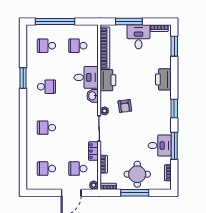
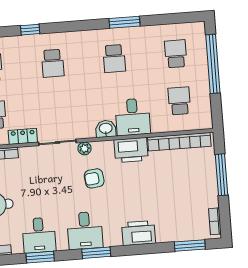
desk: (139, 37) -> (85, 231), moved, turned 90
school desk: (46, 128) -> (53, 63), turned 180
window: (23, 141) -> (30, 30), added
window: (174, 146) -> (40, 257), width x0.69

